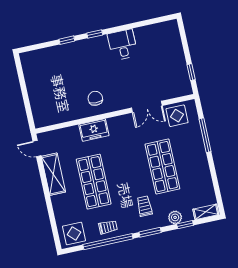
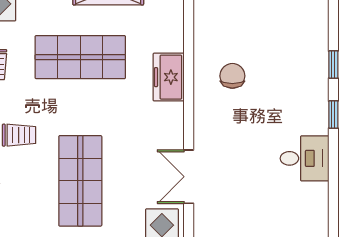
chair: (95, 98) -> (232, 76), moved, turned -90
shop shelf: (162, 166) -> (80, 181), turned 90

